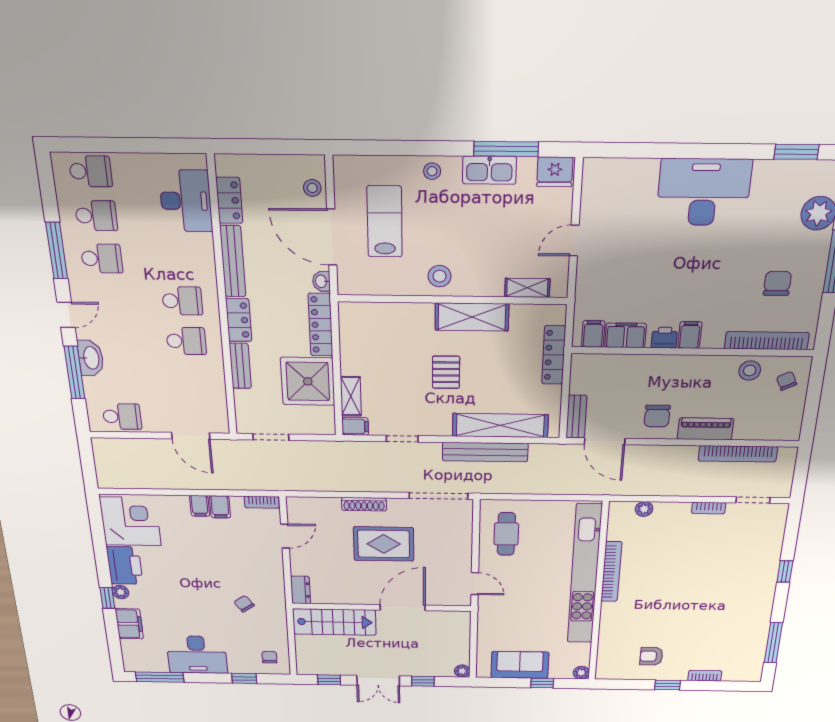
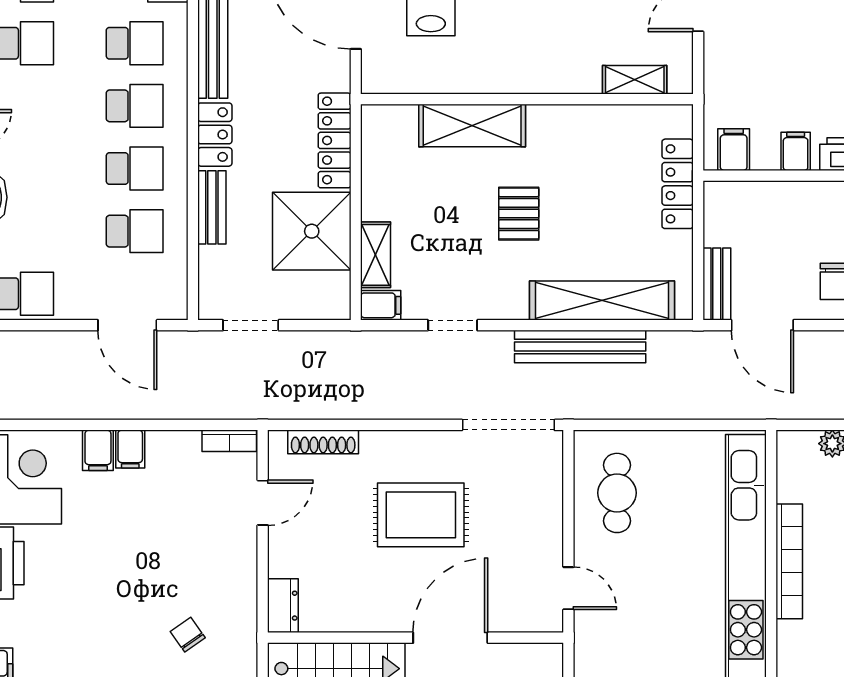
school desk: (178, 259) -> (135, 43), added
stool: (440, 276) -> (508, 64), removed
washbasin: (321, 281) -> (339, 74), removed
shelving: (472, 317) -> (472, 126), moved
filing cabinet: (626, 335) -> (796, 151), width x0.50
school desk: (190, 380) -> (135, 231), added
shoe rack: (364, 504) -> (323, 442), moved
filing cabinet: (220, 507) -> (98, 450), moved

